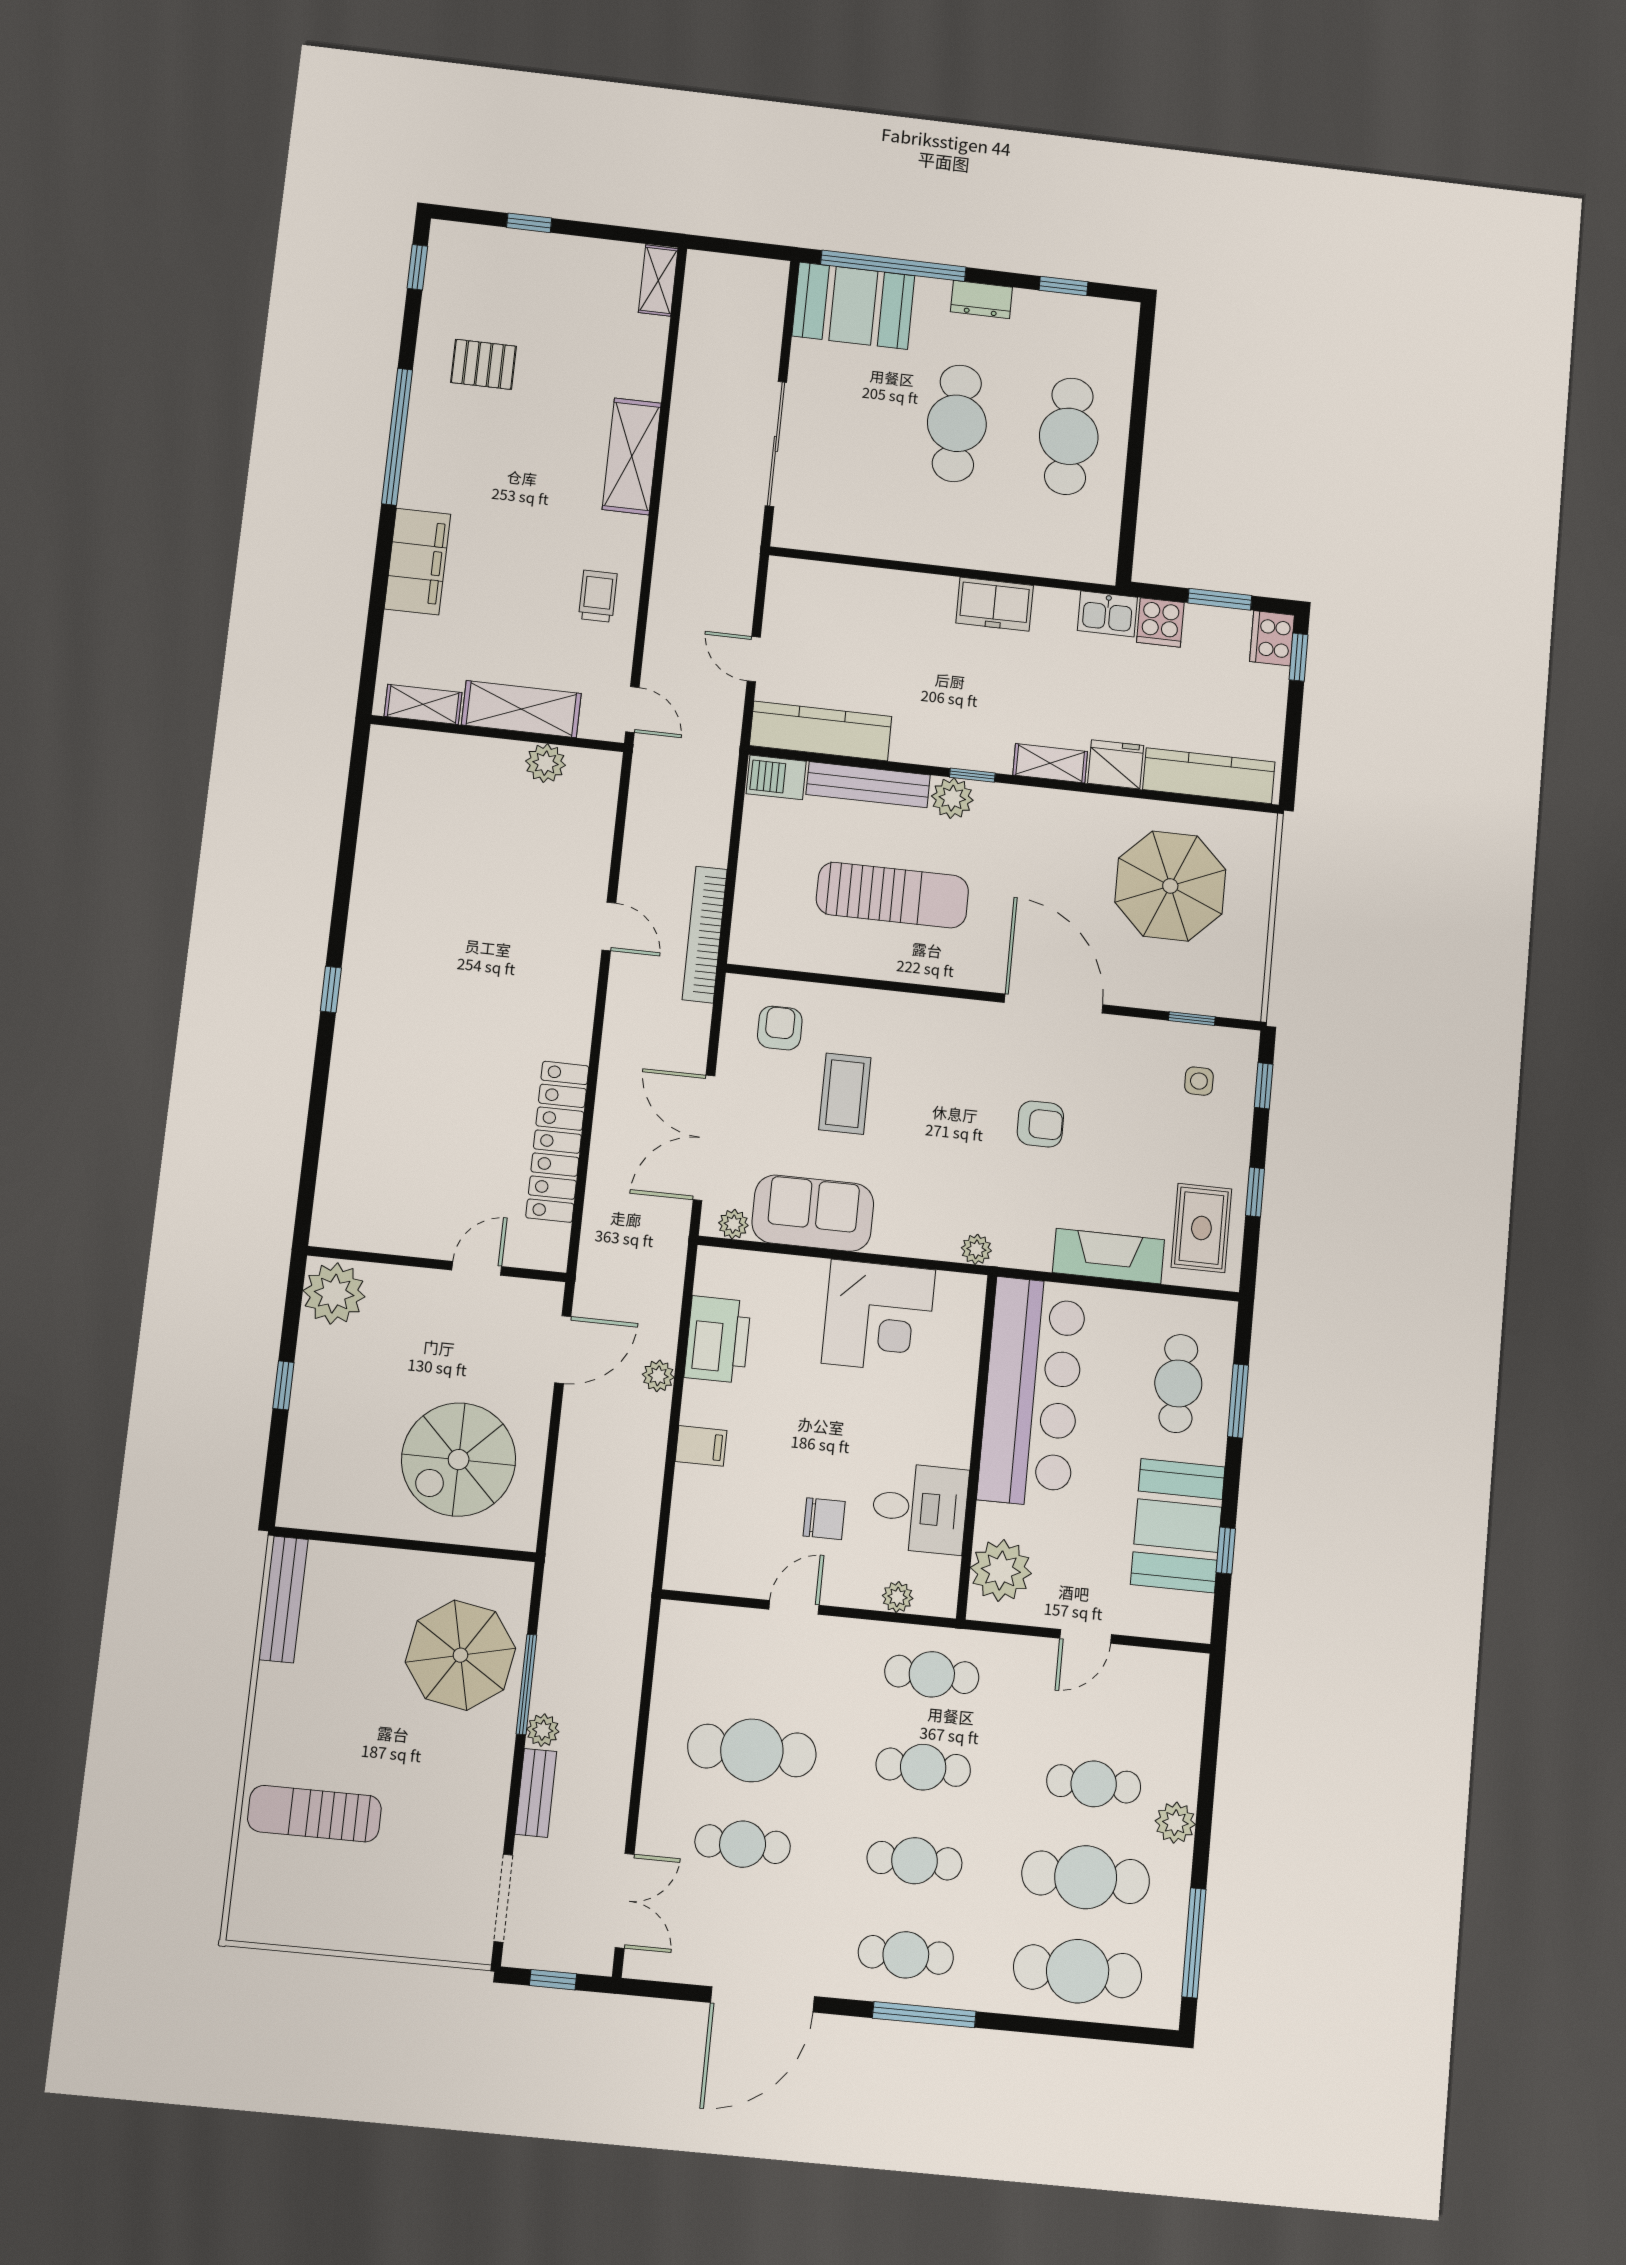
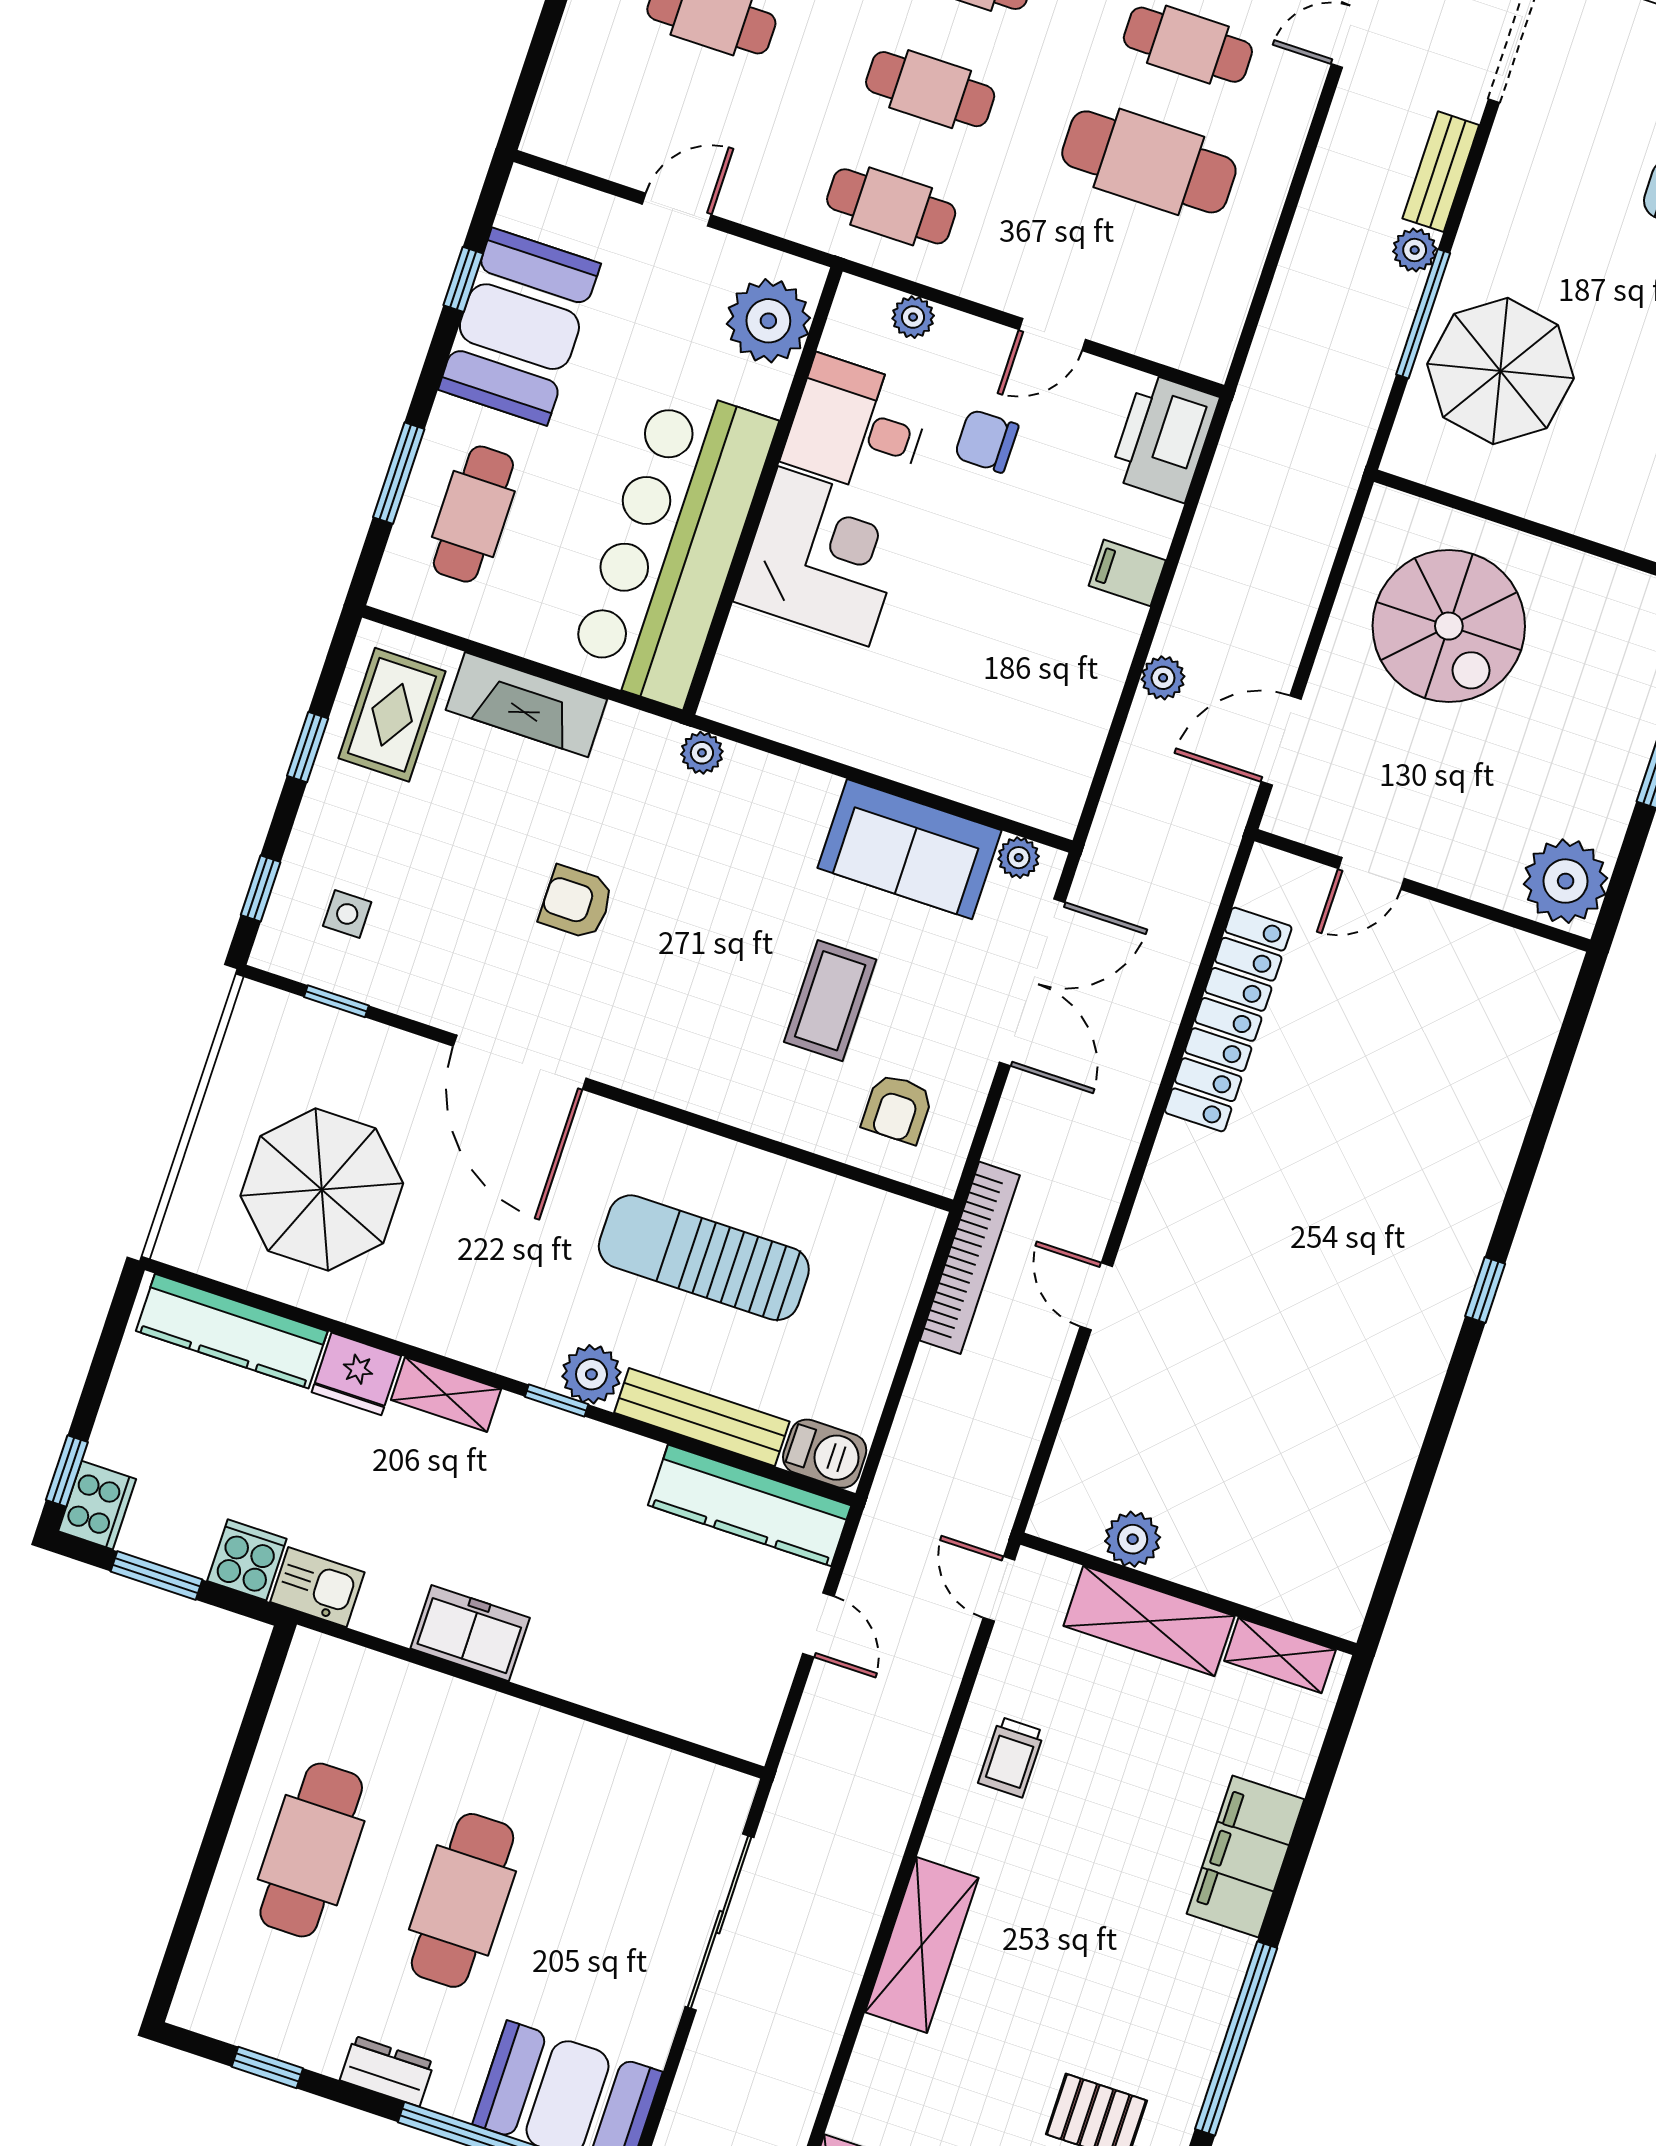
corner desk: (878, 1316) -> (823, 556), moved, turned 90
printer: (718, 1339) -> (1164, 438), moved
spiral stairs: (459, 1460) -> (1449, 626), turned 90

